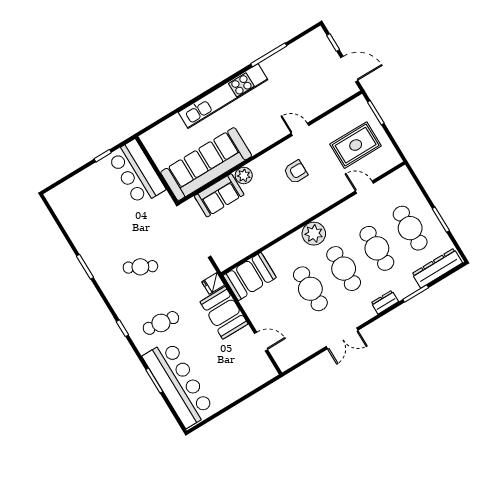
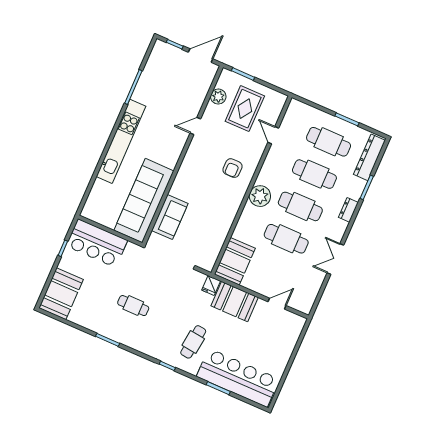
armchair: (296, 172) -> (233, 168), moved, turned 180
plant: (244, 175) -> (218, 97), moved
door: (364, 187) -> (273, 135), hinge flipped
booth: (72, 195) -> (61, 294), added
cafe table: (140, 267) -> (133, 306), moved, turned 62
double door: (342, 338) -> (335, 259), swing flipped

